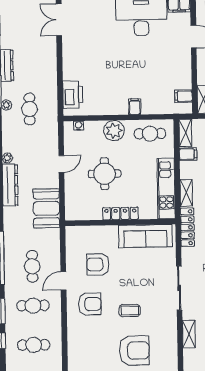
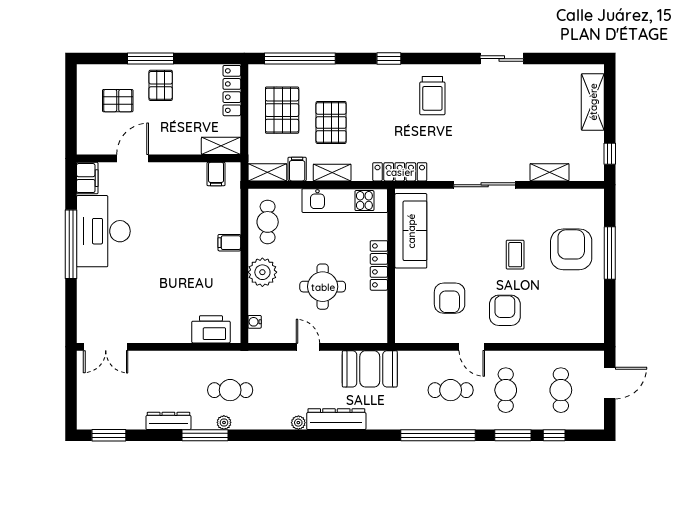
shelving: (186, 193) -> (332, 173), moved

